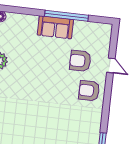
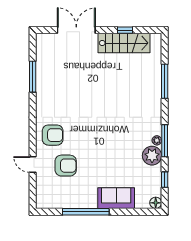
sofa: (55, 27) -> (116, 198), moved

